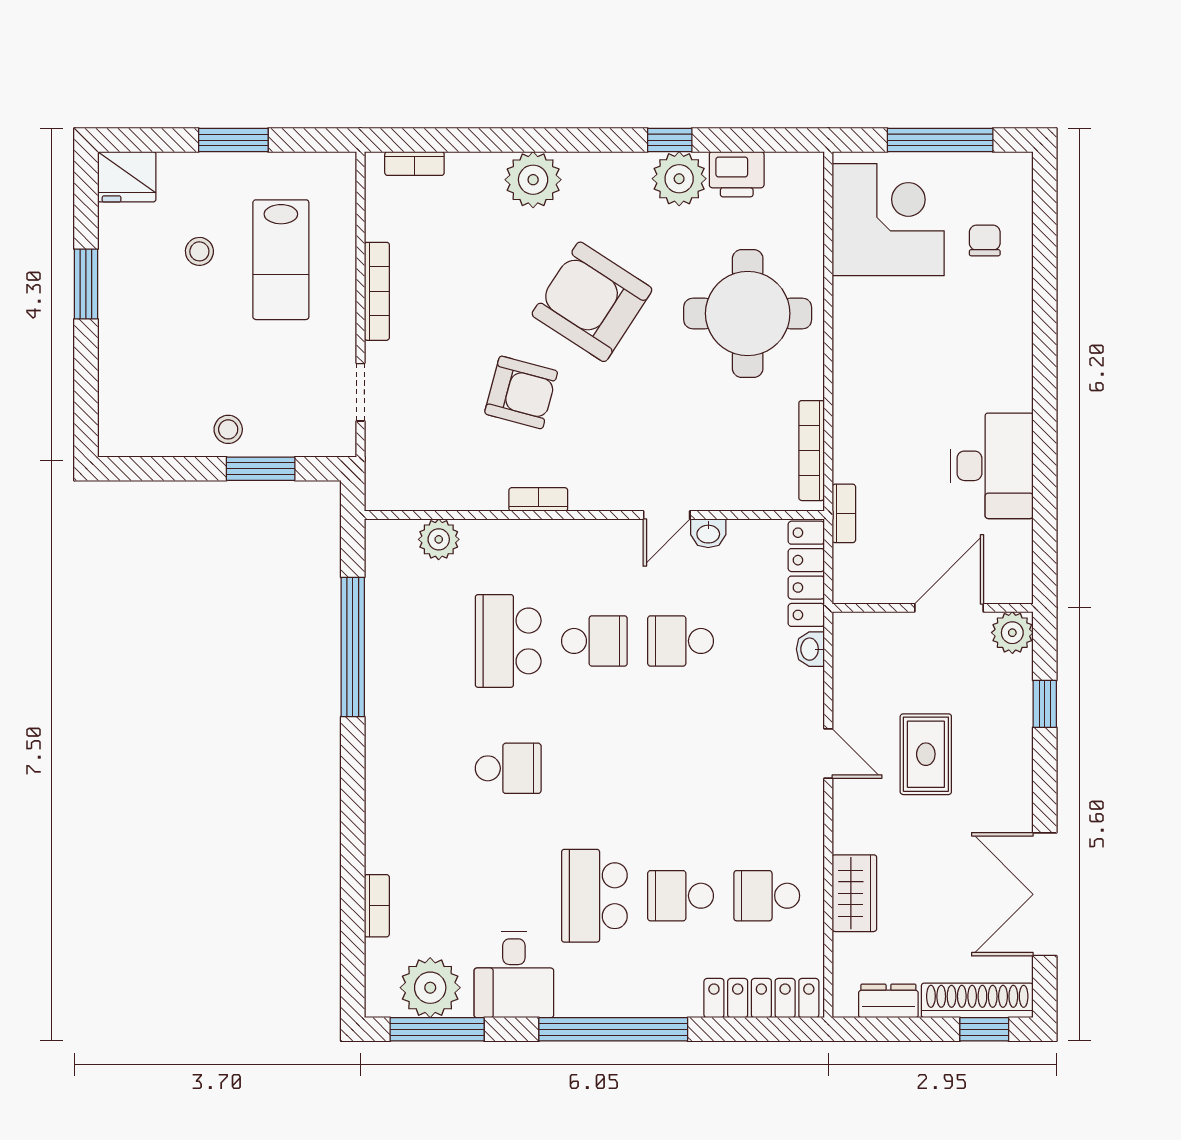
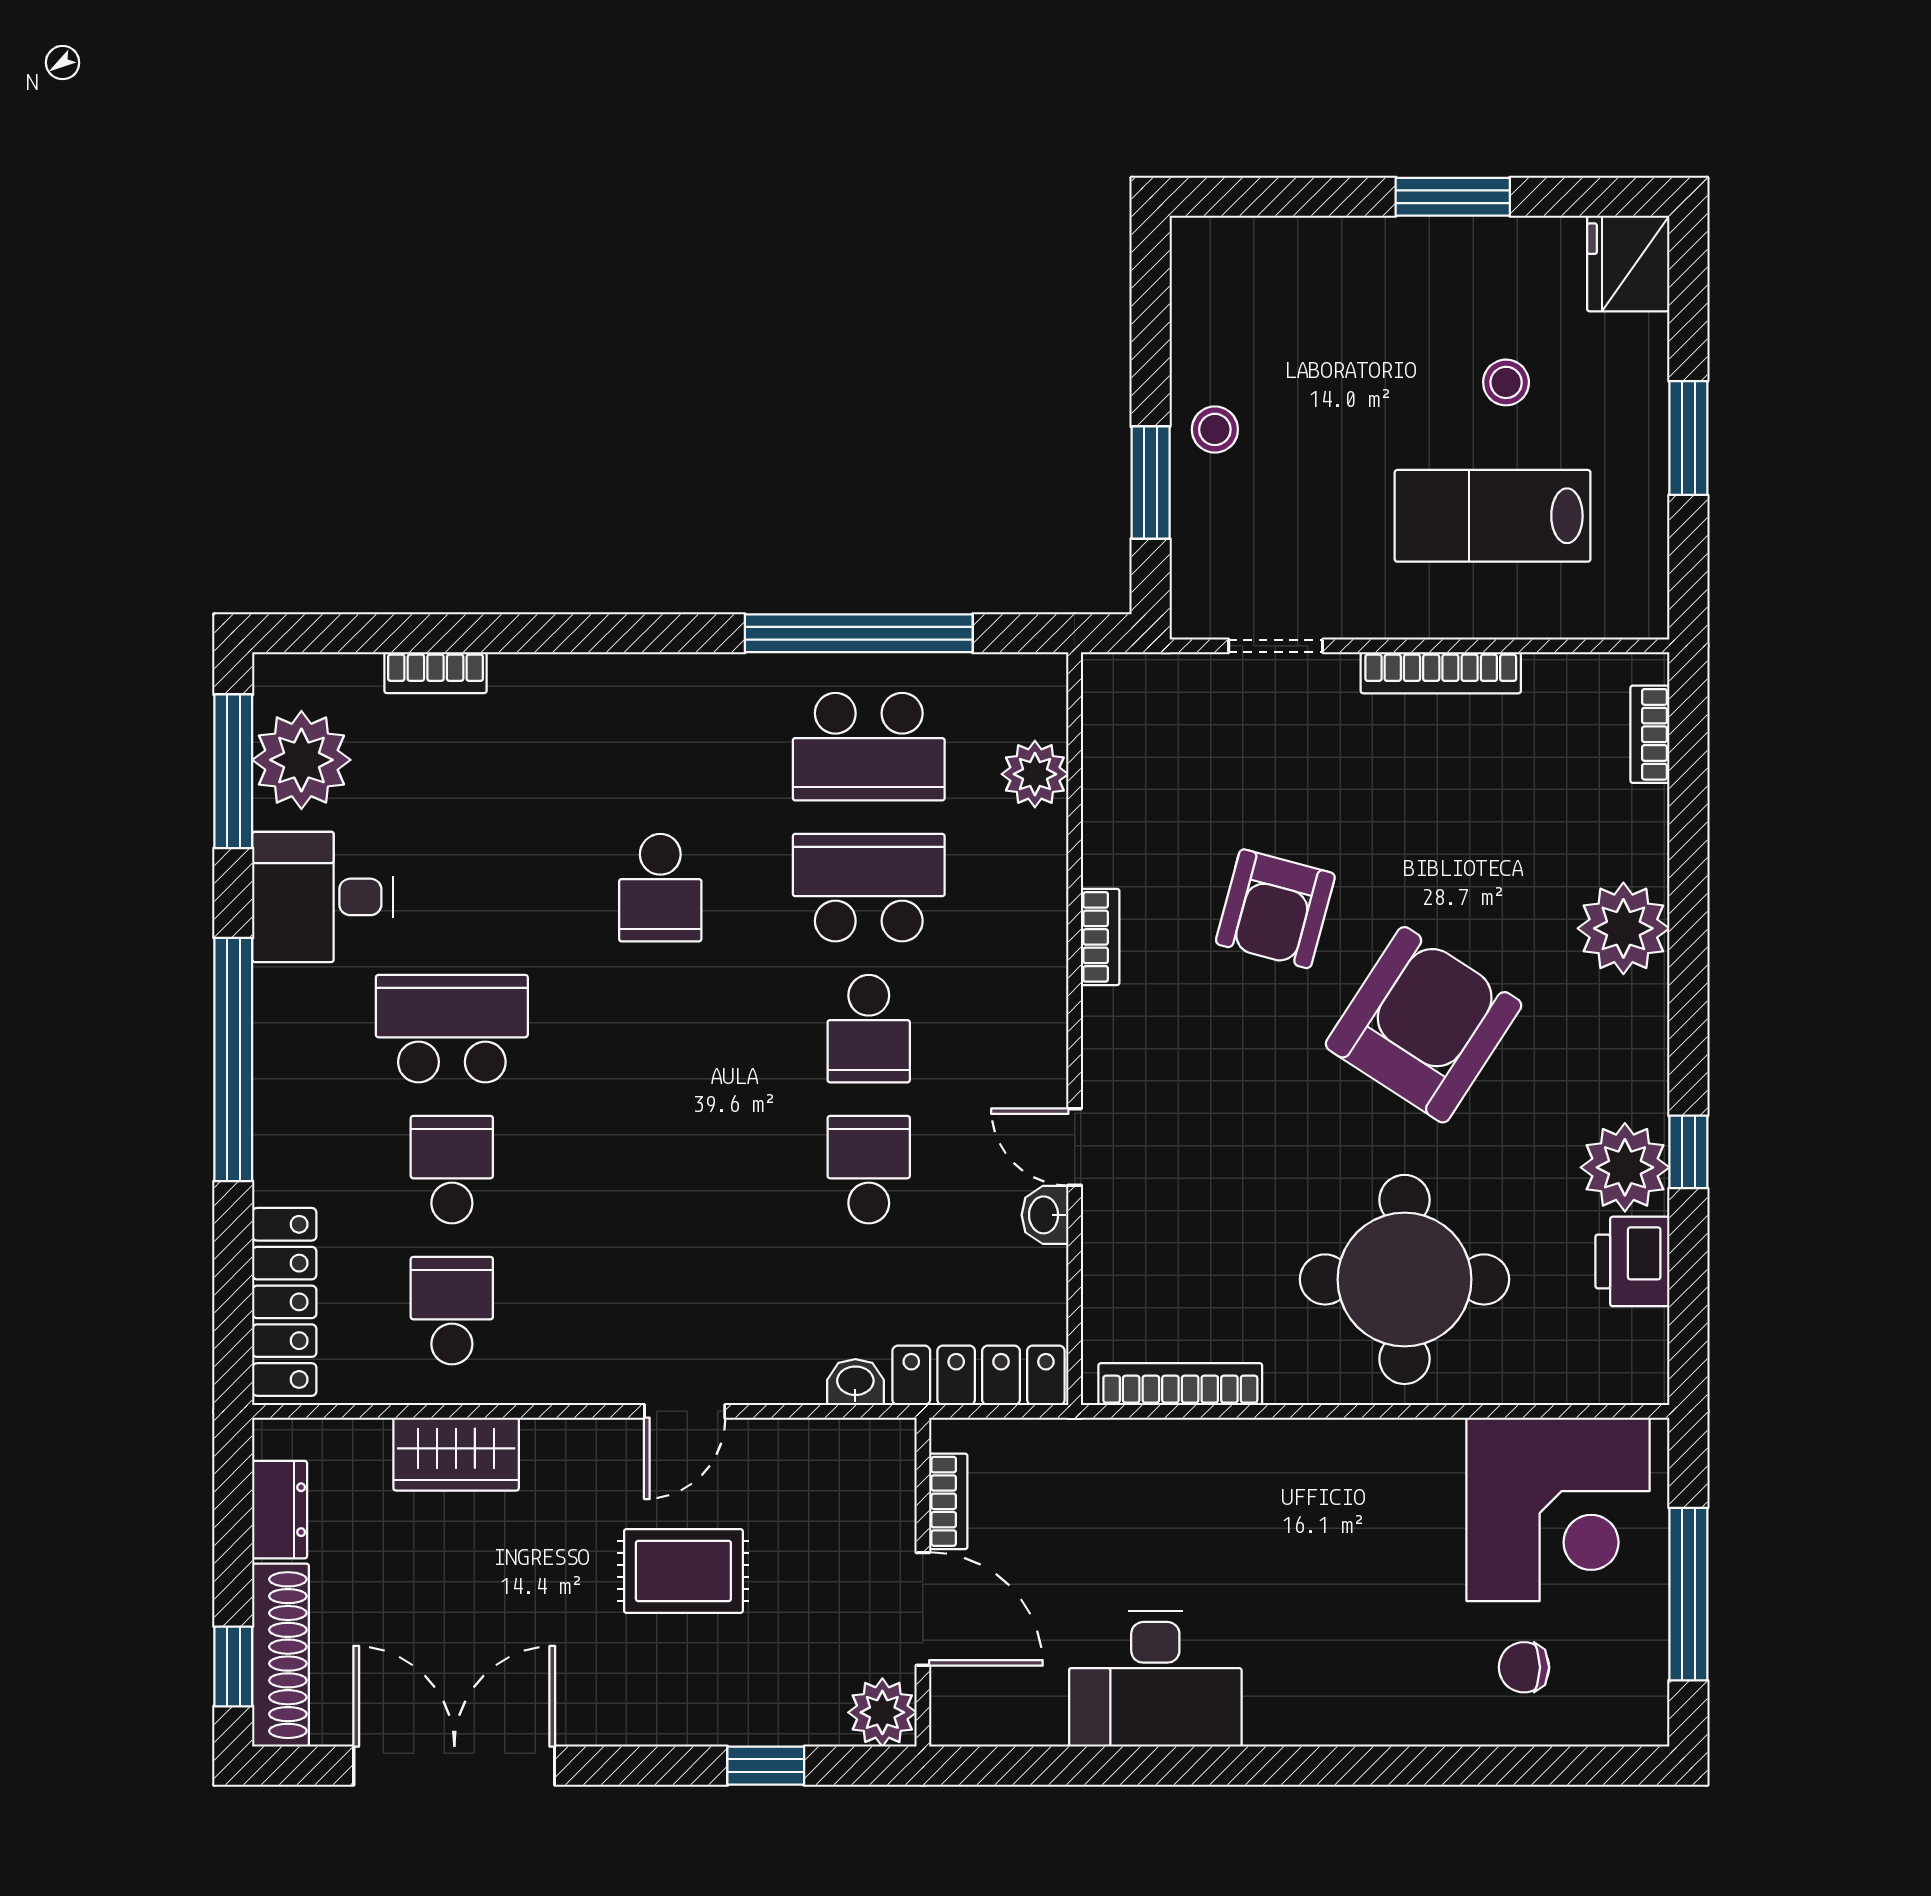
chair: (985, 240) -> (1524, 1667), turned 180
bookcase: (844, 513) -> (948, 1501), moved, turned -90
school desk: (422, 641) -> (869, 747), added

